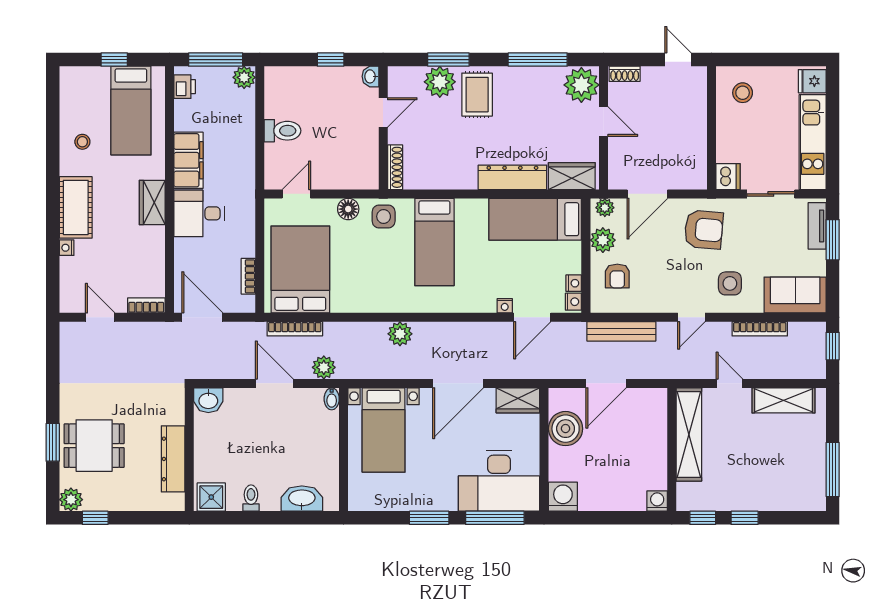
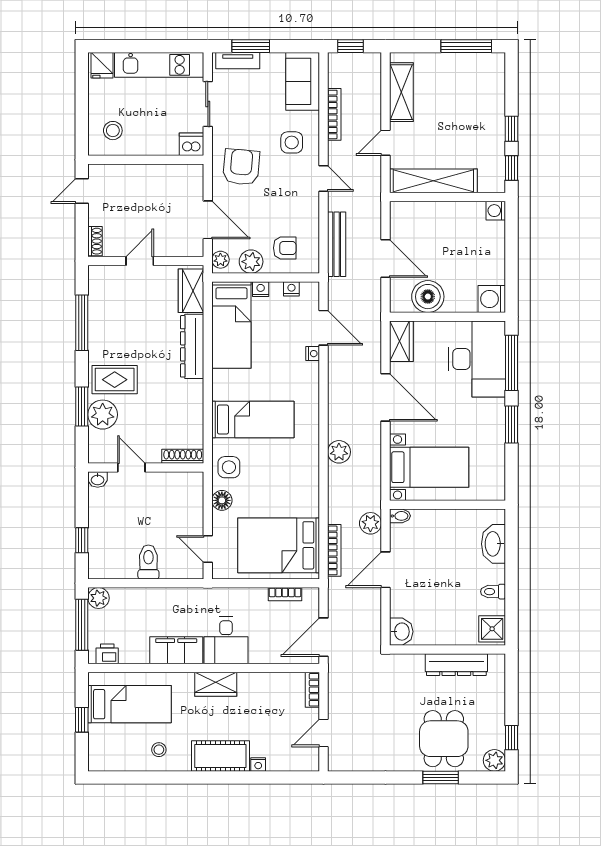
window: (331, 60) -> (82, 540), moved
plant: (581, 85) -> (106, 282), removed
nightstand: (573, 302) -> (261, 289), moved

